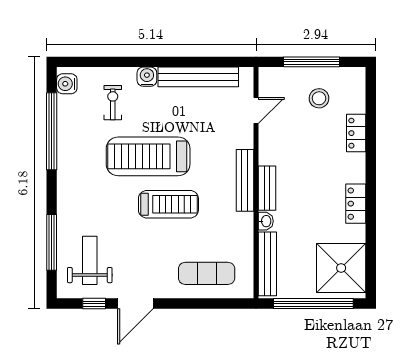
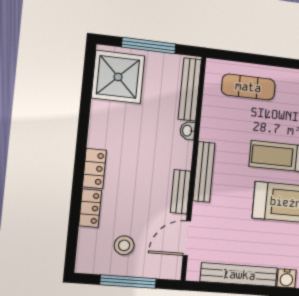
door: (256, 111) -> (187, 238), width x1.38
bench: (267, 188) -> (181, 192), moved
locker: (356, 204) -> (94, 168), moved
window: (313, 304) -> (149, 46), width x0.68

